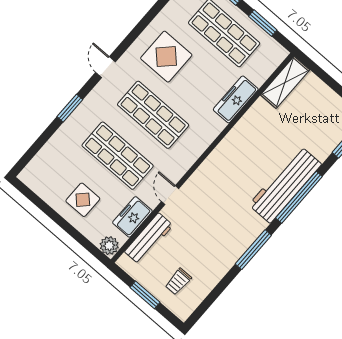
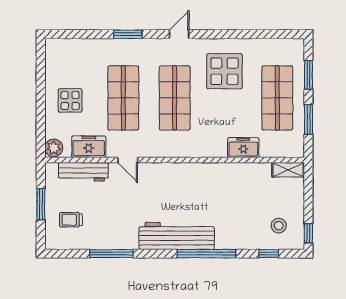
shelving: (285, 82) -> (288, 170), width x0.67, depth x0.75
freezer: (236, 99) -> (243, 148), width x0.71
stool: (327, 120) -> (279, 226), added
workbench: (285, 185) -> (177, 236), moved
door: (170, 195) -> (128, 160), swing flipped
window: (253, 250) -> (111, 254), moved

